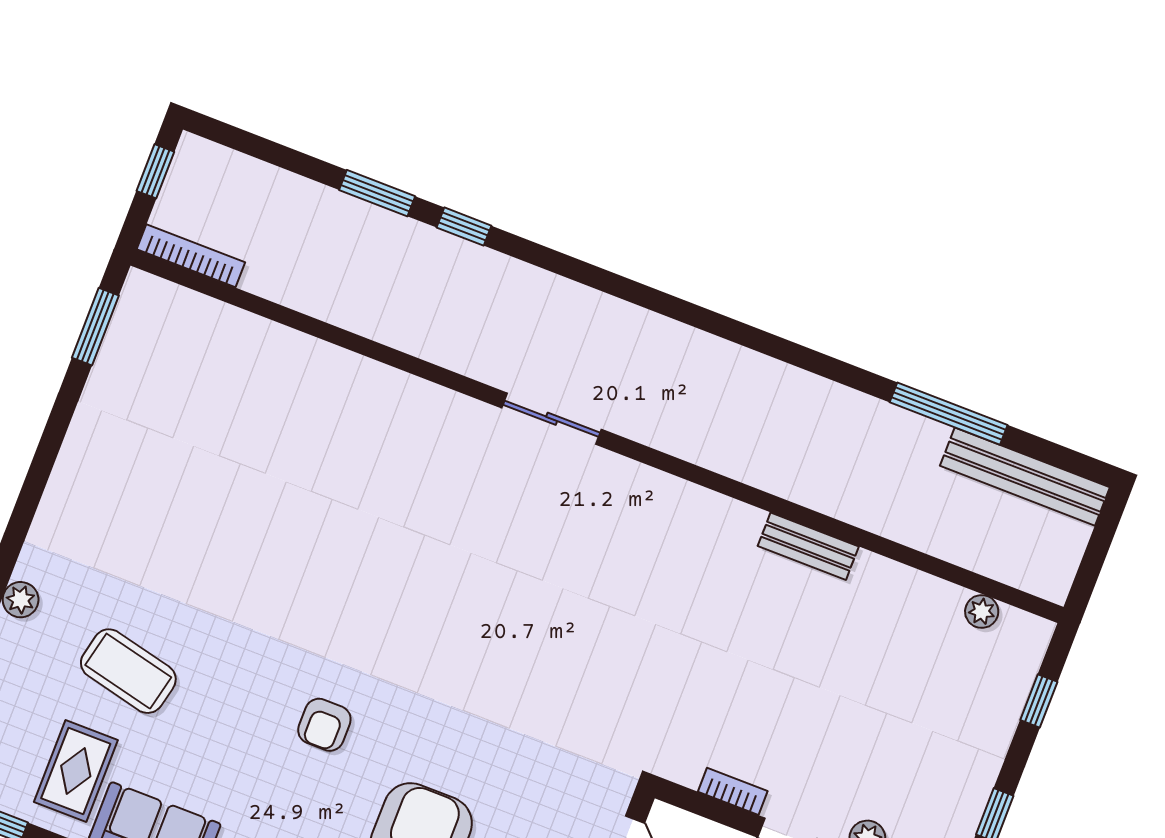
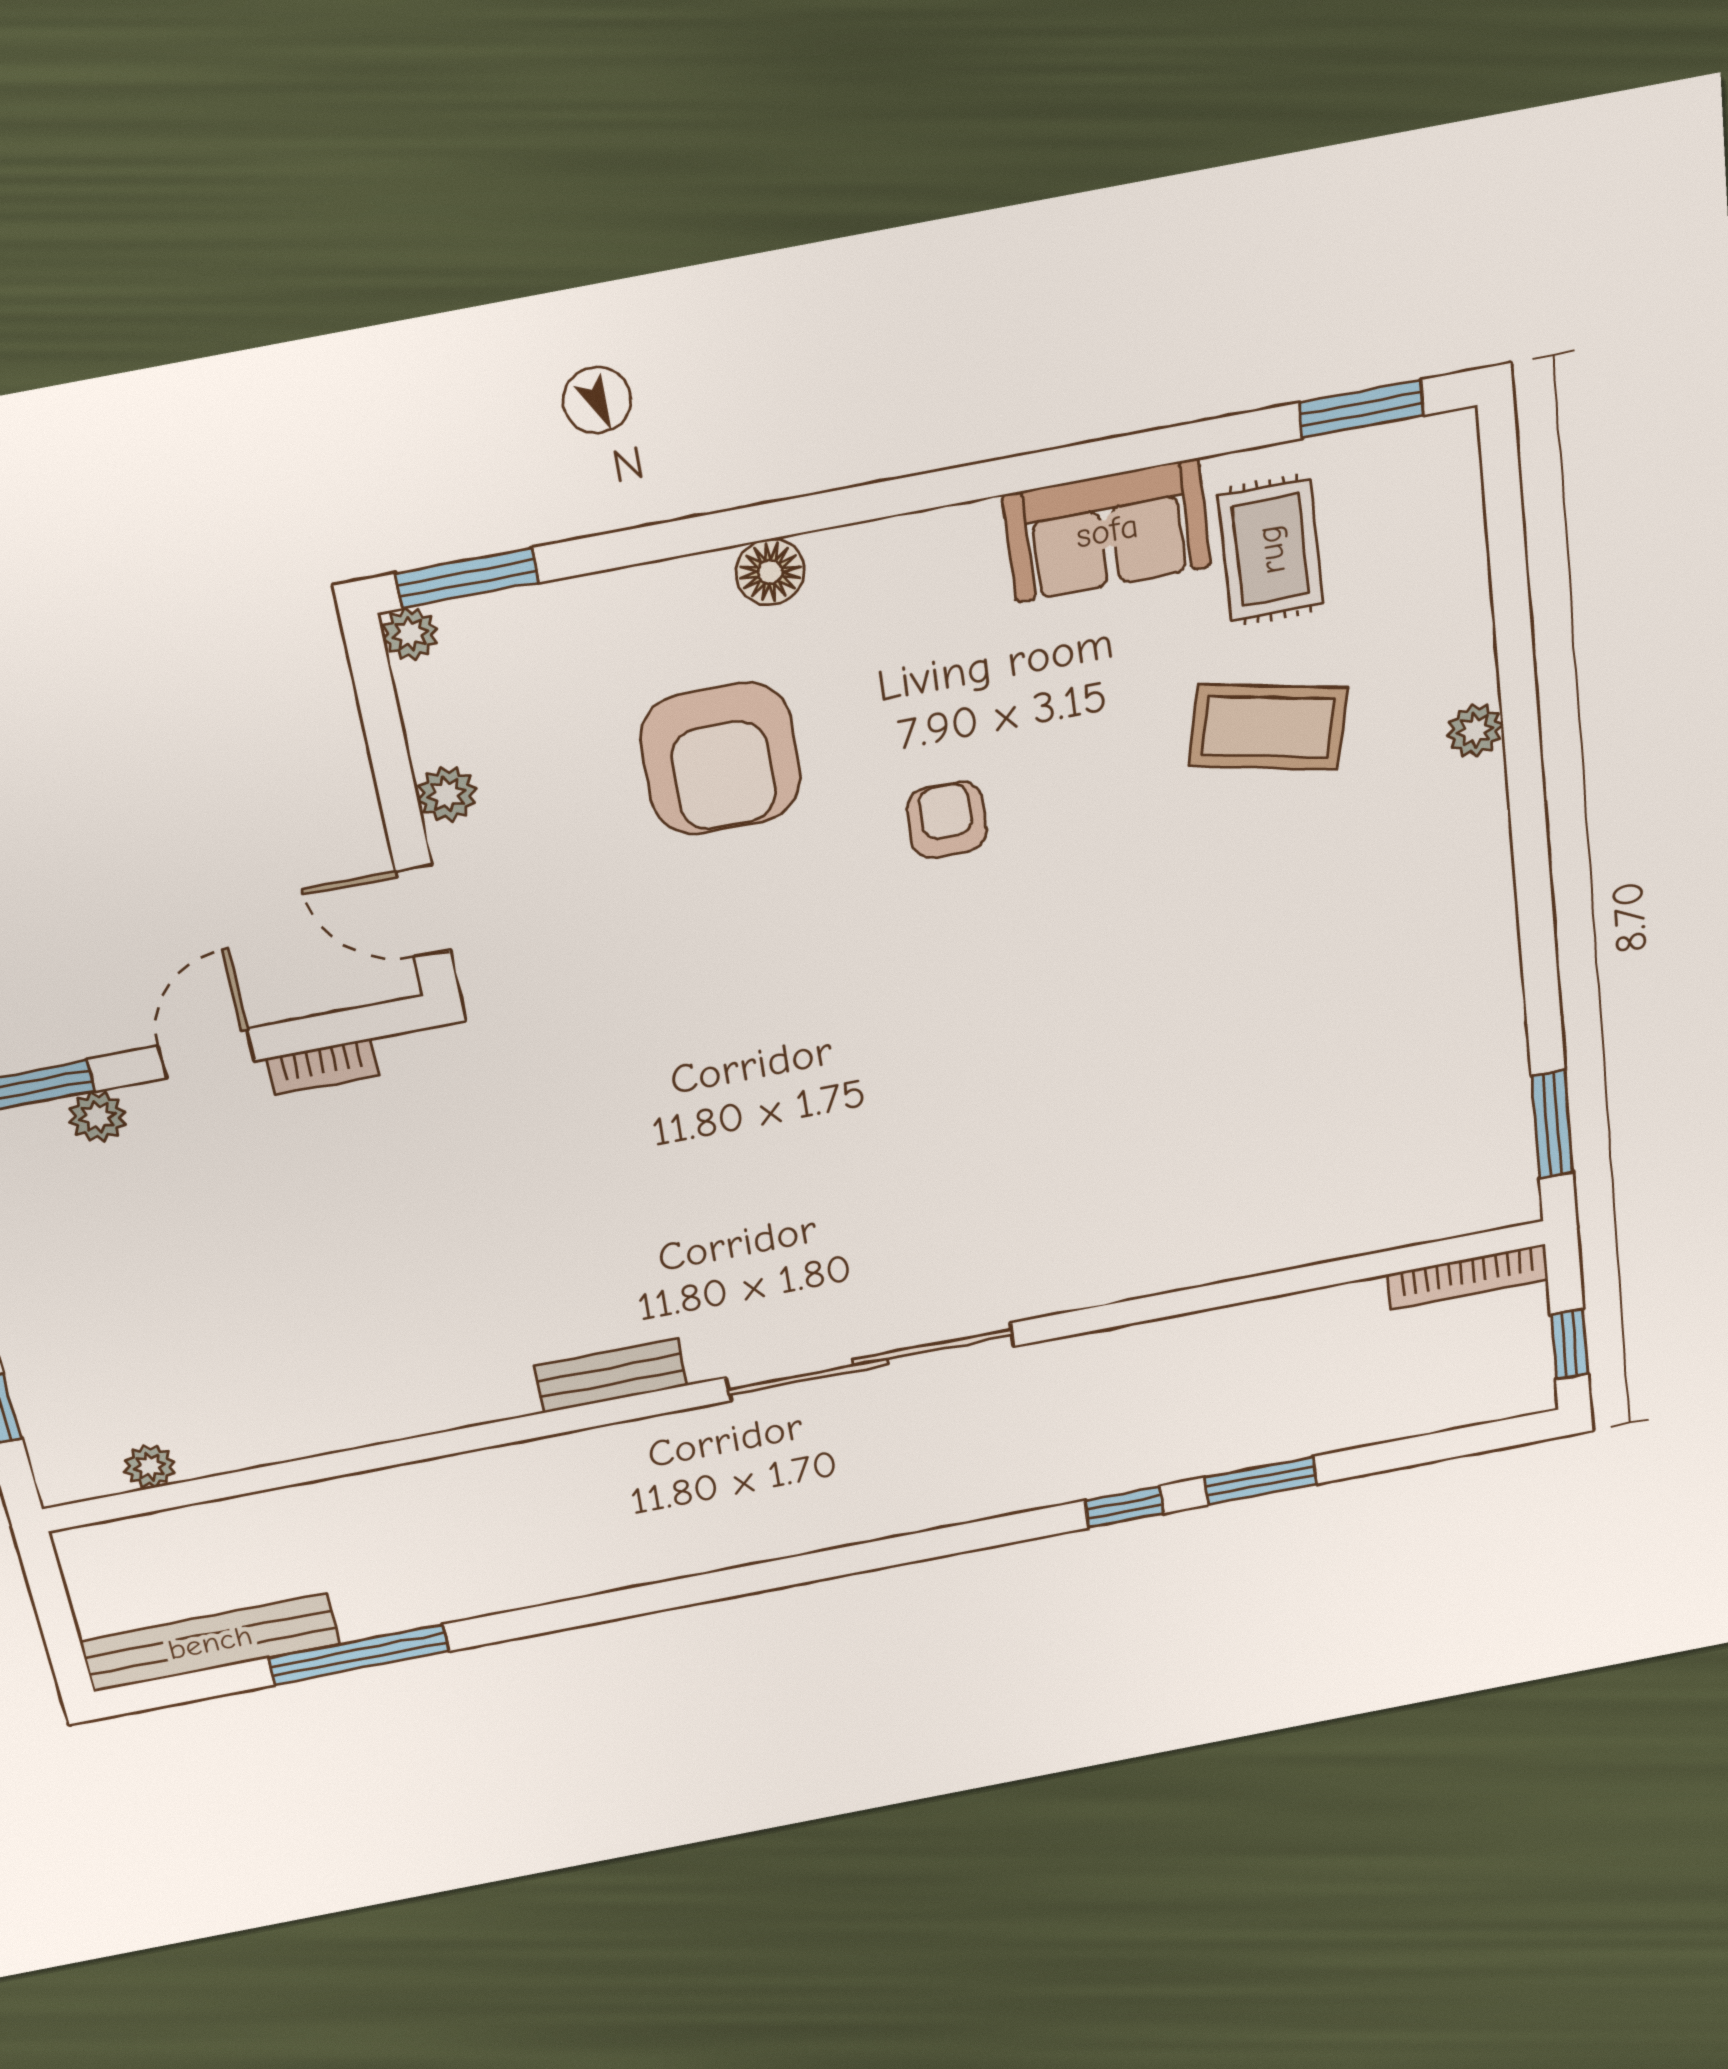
sliding door: (552, 419) -> (870, 1362), width x1.86
bench: (808, 546) -> (610, 1376), moved

